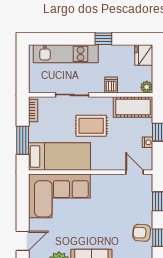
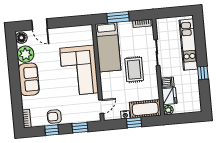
fridge: (144, 55) -> (169, 96), moved, turned 90
cot: (133, 107) -> (145, 109), moved, turned 90
corner sofa: (59, 196) -> (79, 70), moved
armchair: (142, 233) -> (54, 117), turned -94

